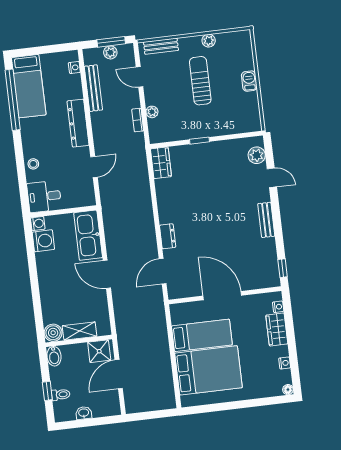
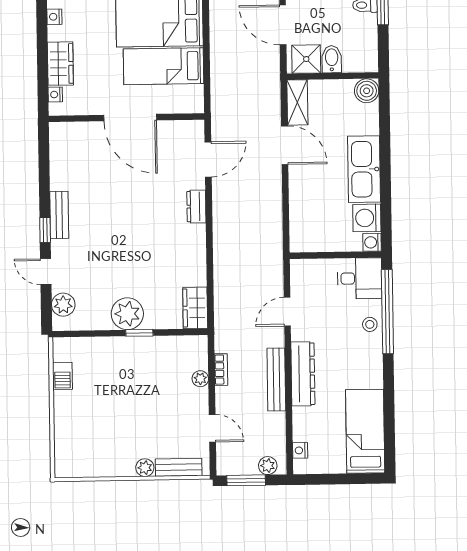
plant: (209, 41) -> (145, 468), moved
plant: (110, 52) -> (268, 466), moved
sun lounger: (200, 81) -> (130, 415), removed
barbecue: (249, 81) -> (62, 376), moved
bench: (93, 88) -> (276, 379), moved
window: (13, 100) -> (387, 312), moved
plant: (210, 153) -> (127, 314), added
kitchen sink: (88, 235) -> (364, 169), moved, turned 180
window: (283, 268) -> (45, 230), moved
door: (107, 274) -> (285, 145), moved
shelving: (80, 331) -> (297, 102), moved, turned 90
bidet: (54, 356) -> (332, 59), moved
door: (119, 374) -> (283, 25), swing flipped

